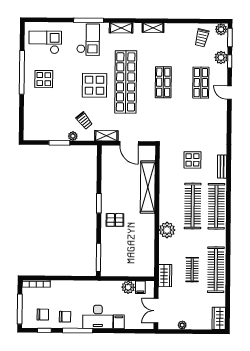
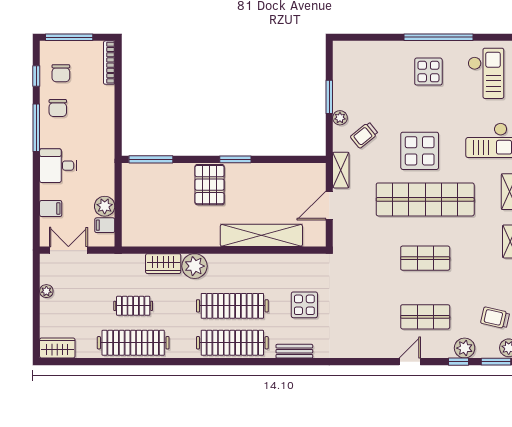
pallet: (115, 220) -> (210, 185), width x1.50, depth x1.42
wardrobe: (165, 276) -> (163, 264), moved
desk: (98, 317) -> (58, 166), width x0.73
filing cabinet: (119, 322) -> (51, 208), moved

